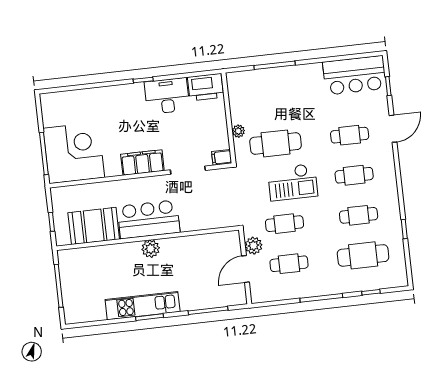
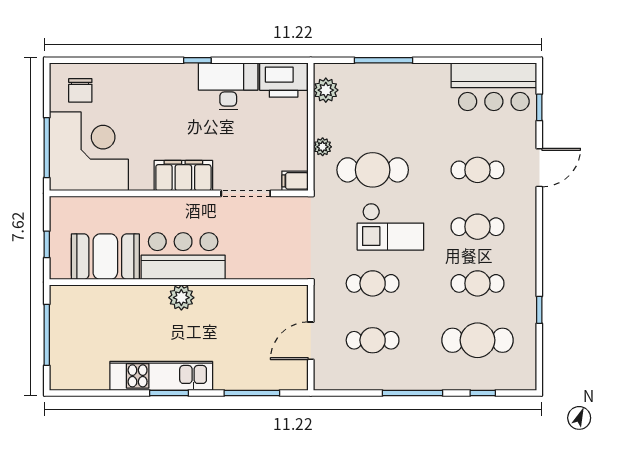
chair: (63, 110) -> (80, 90), added
plant: (254, 246) -> (326, 90), moved

